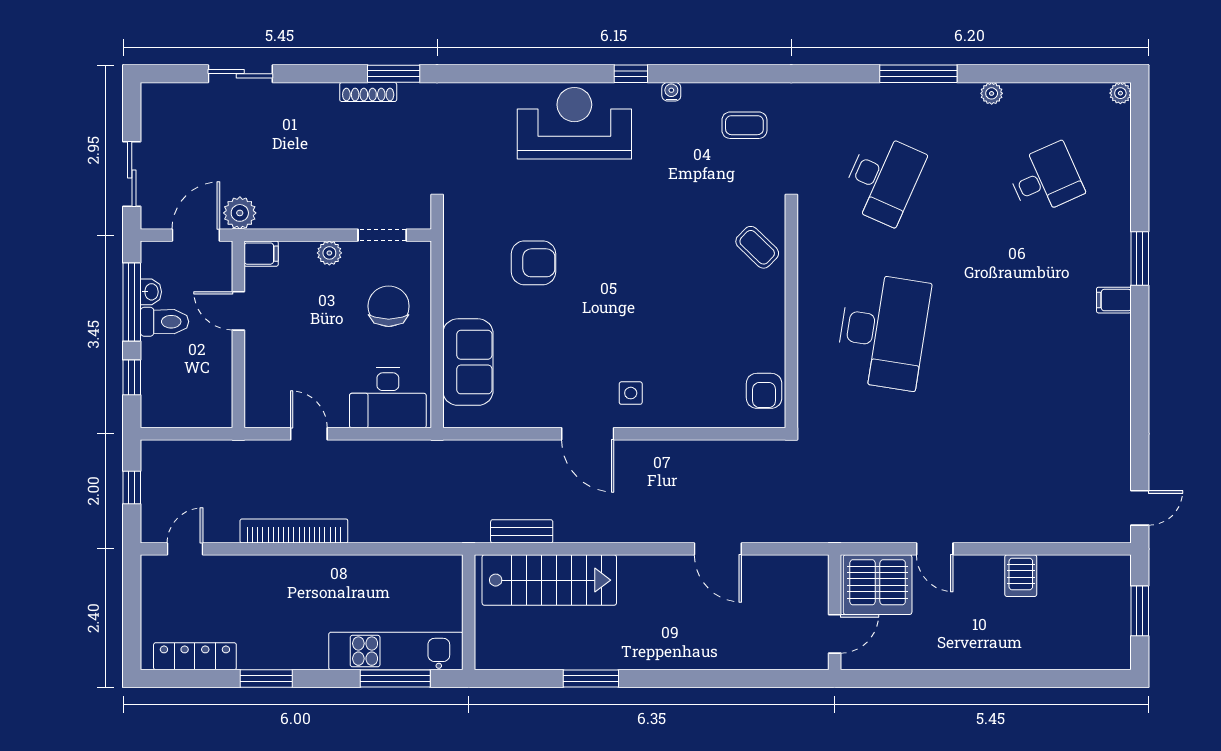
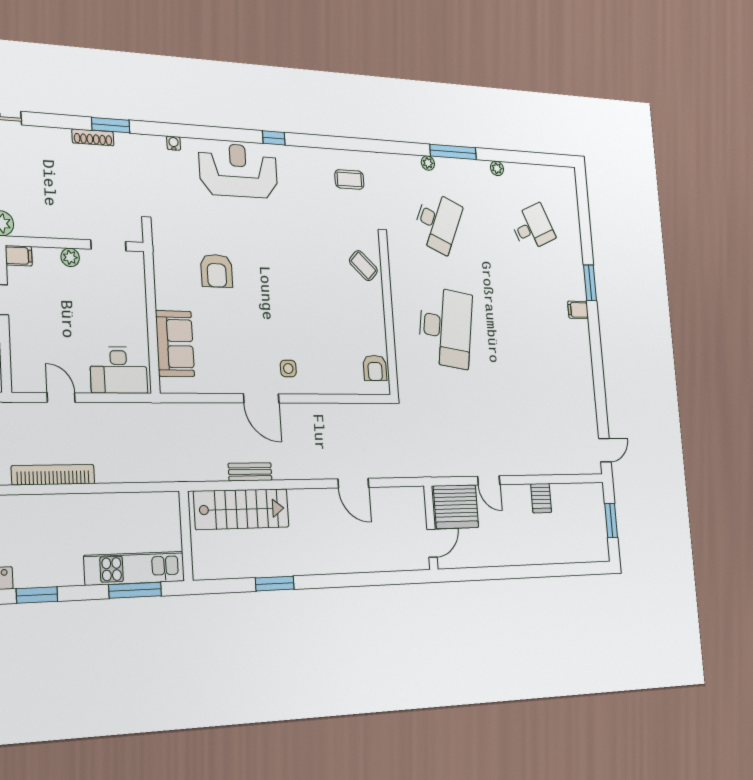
water cooler: (671, 92) -> (174, 143), moved
plant: (1120, 93) -> (428, 163), moved
armchair: (533, 263) -> (217, 271), turned 90
chair: (389, 306) -> (116, 300), removed
bench: (522, 531) -> (250, 472), moved

